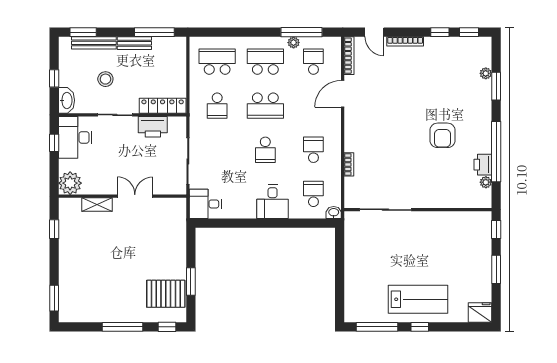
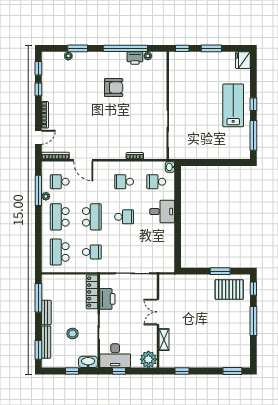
desk: (205, 204) -> (164, 261), removed
pallet: (166, 294) -> (229, 289), turned 90

